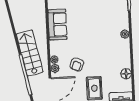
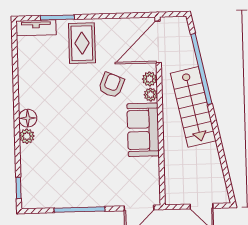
sofa: (57, 25) -> (143, 130), moved
floor lamp: (126, 74) -> (28, 118), moved

